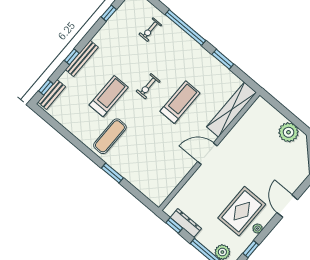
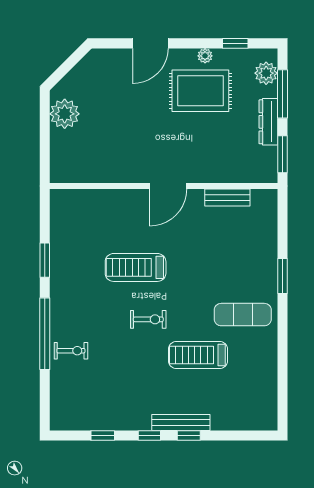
exercise bike: (150, 30) -> (71, 351), moved
window: (46, 87) -> (149, 436), moved
bench: (52, 94) -> (227, 198), moved
shelving: (232, 110) -> (94, 201), removed
door: (207, 154) -> (168, 186), hinge flipped
dresser: (186, 223) -> (268, 122), moved
window: (174, 225) -> (282, 154), width x1.50

